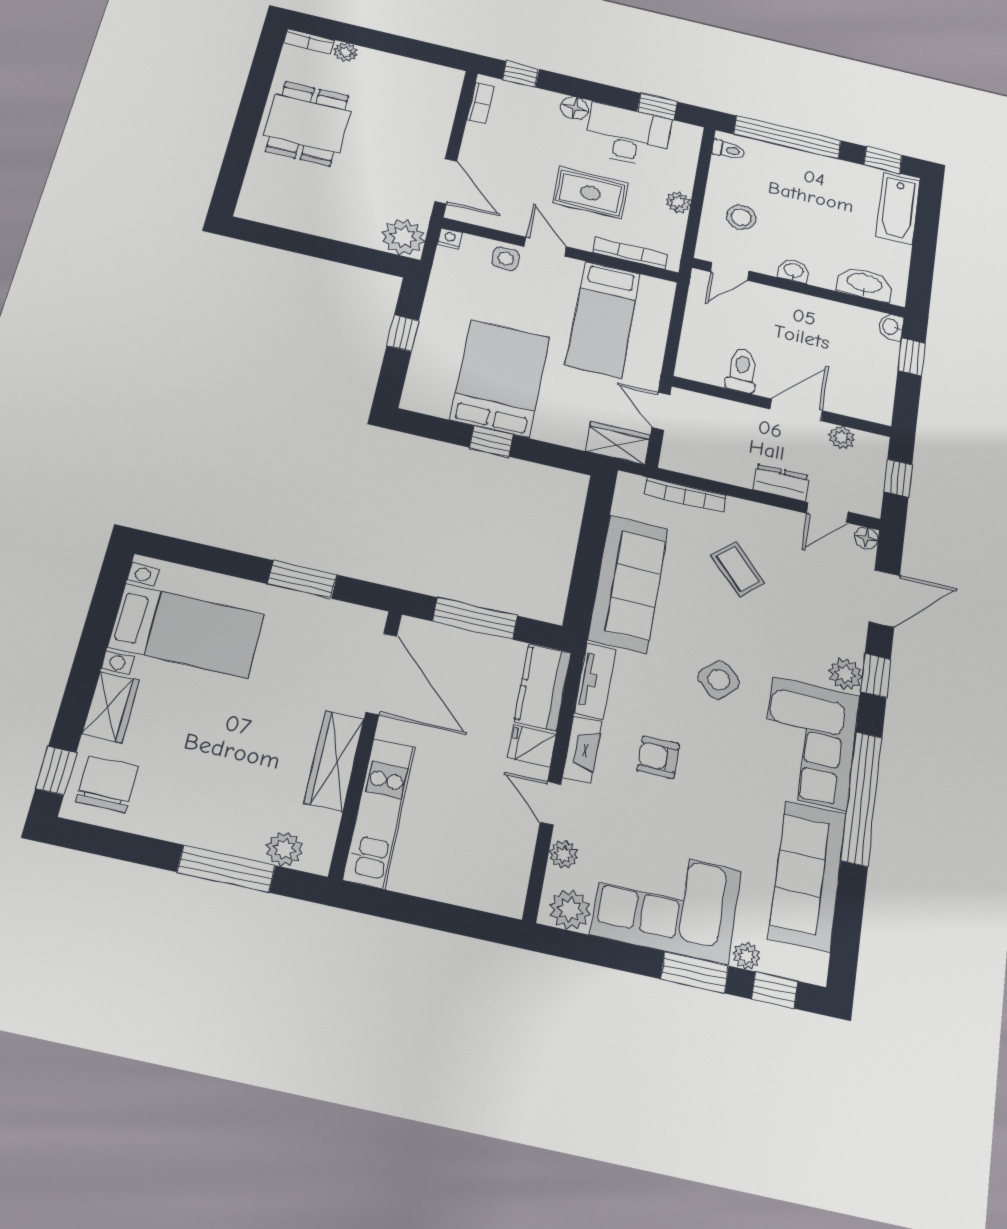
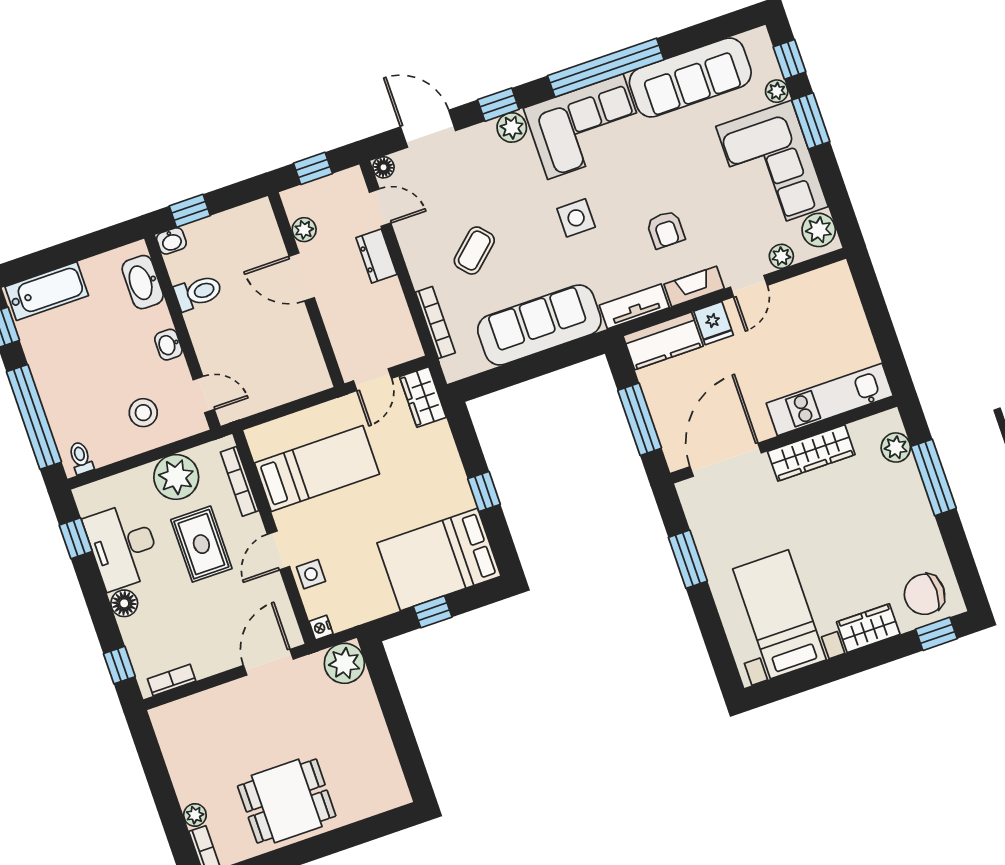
plant: (678, 202) -> (176, 477), width x1.88, depth x1.88
toilet: (742, 370) -> (198, 292), moved, turned 180
bed: (500, 378) -> (439, 559), moved
side table: (719, 680) -> (576, 218), turned 45

